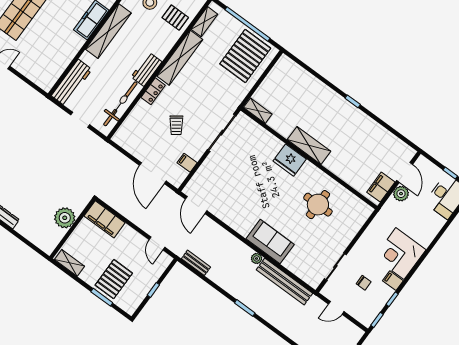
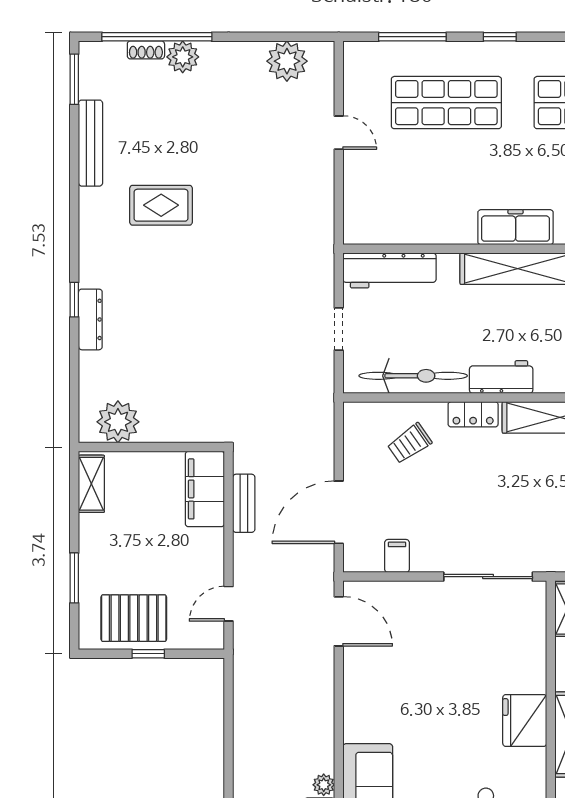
trolley: (176, 125) -> (410, 443), moved
door: (196, 205) -> (339, 621), swing flipped
plant: (65, 218) -> (118, 422), moved
bench: (196, 263) -> (244, 503), moved
pallet: (114, 279) -> (134, 618), moved

